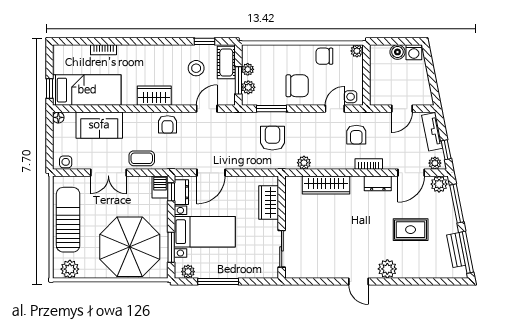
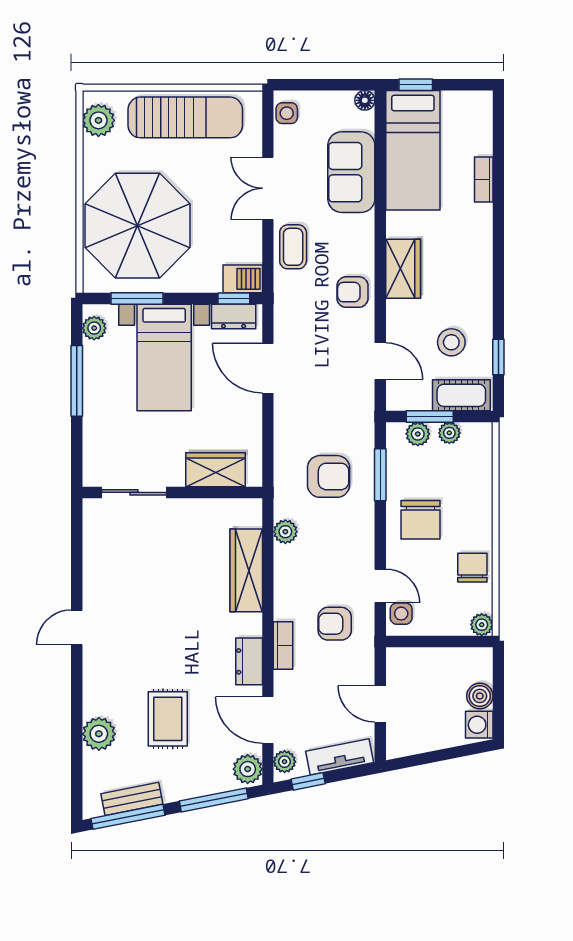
plant: (387, 269) -> (99, 734), moved

